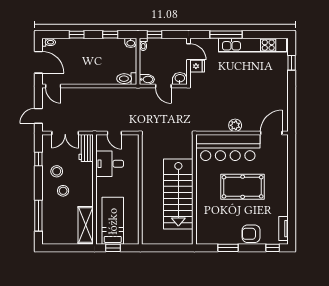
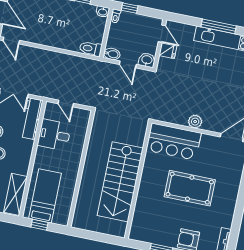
window: (226, 35) -> (219, 26), moved
workbench: (86, 148) -> (32, 119), width x1.38
bar counter: (228, 148) -> (174, 142), width x0.73

